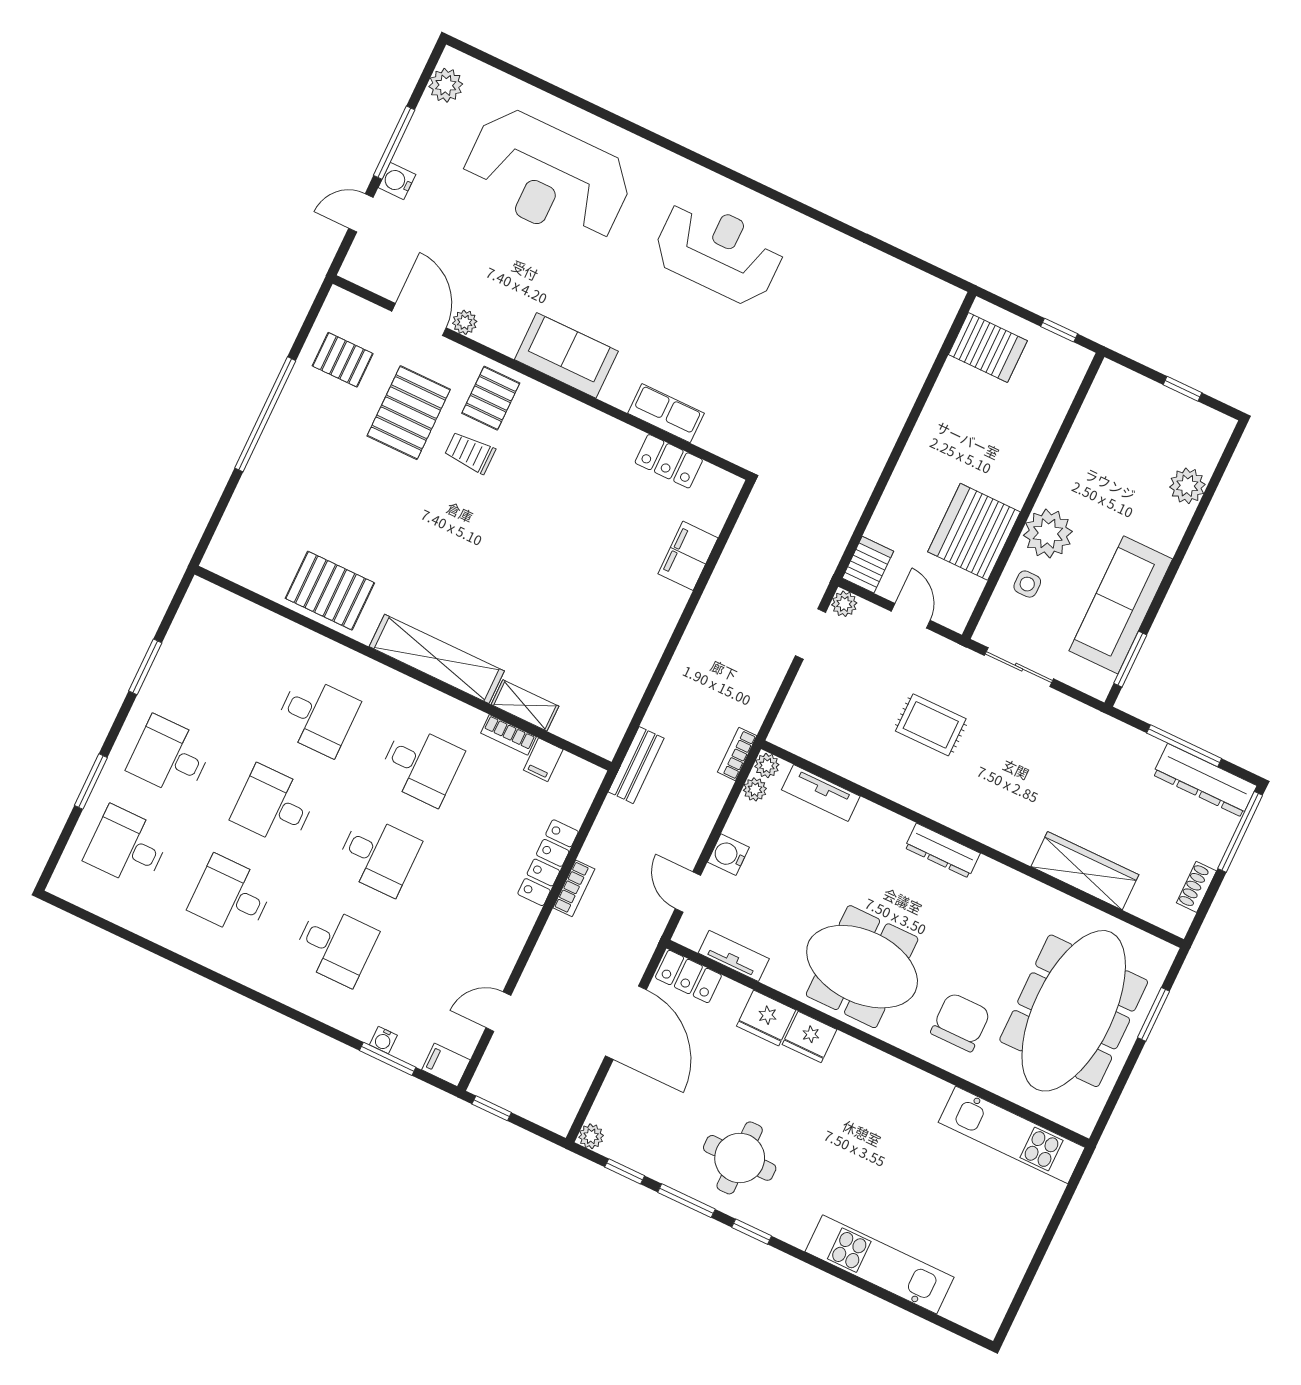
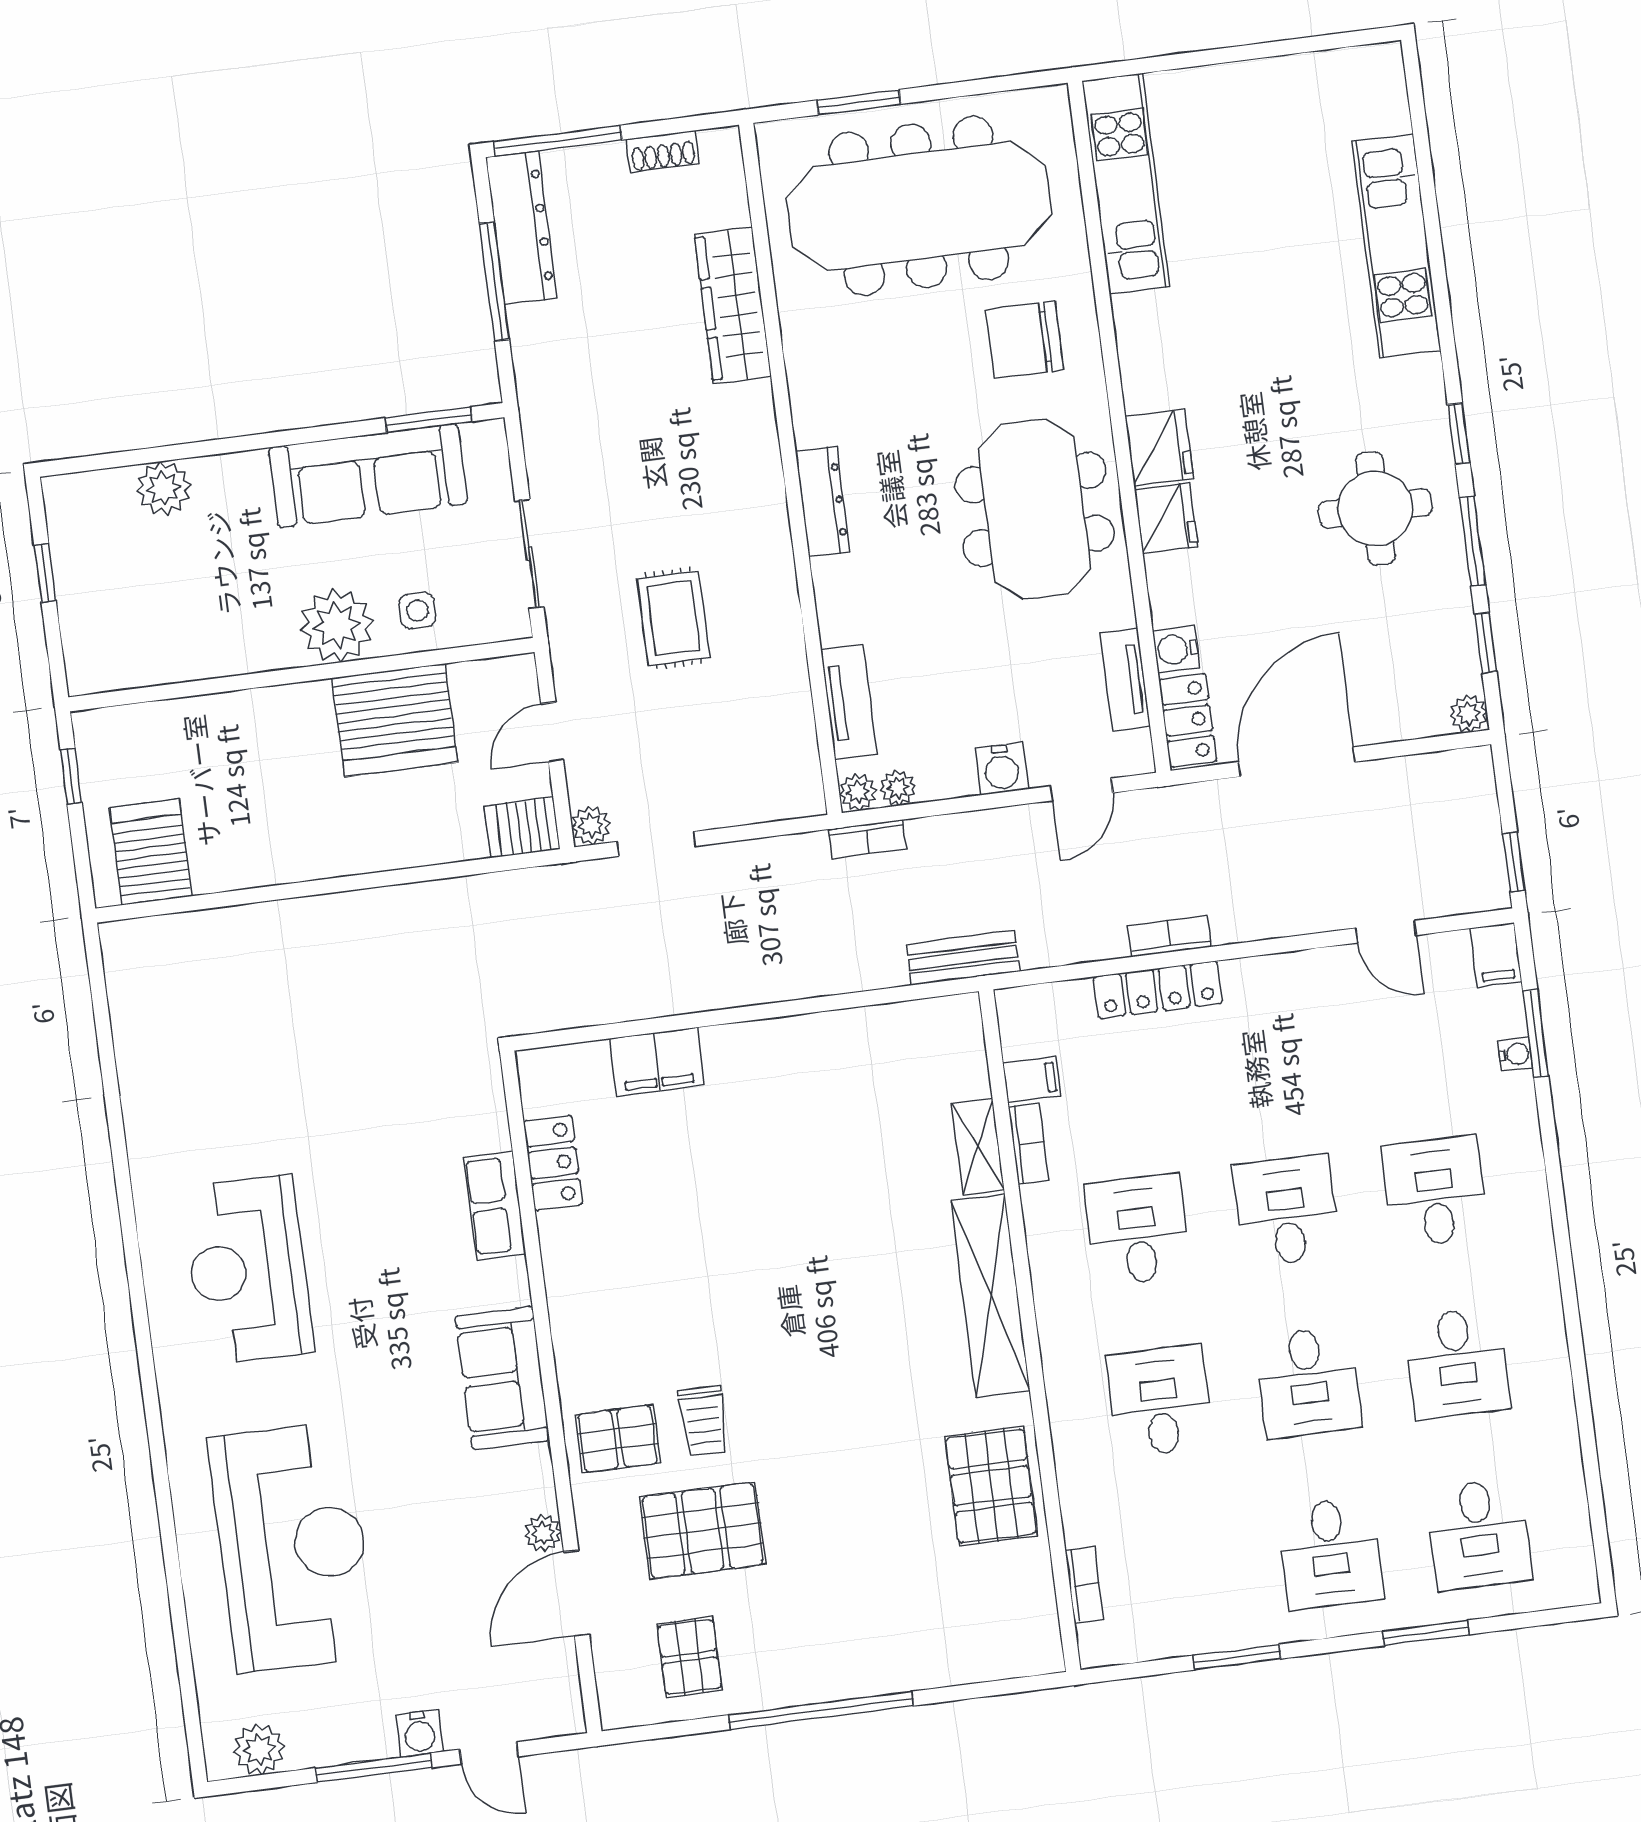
bookcase: (241, 607) -> (1084, 1585), added
water cooler: (732, 996) -> (1176, 649), added
fridge: (766, 1018) -> (1159, 448), moved

